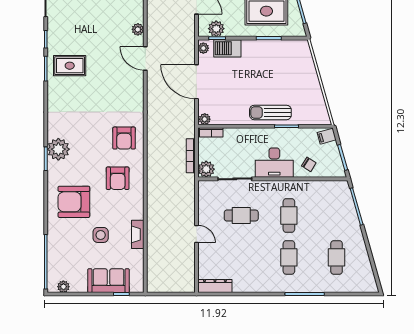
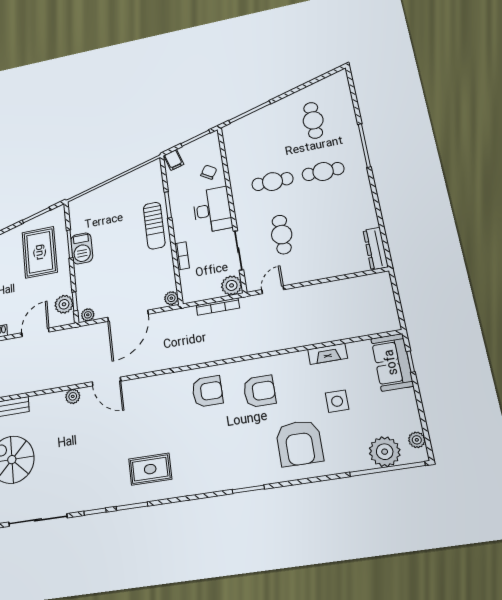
barbecue: (227, 48) -> (82, 248), moved
door: (145, 58) -> (107, 381), hinge flipped
rug: (70, 66) -> (150, 469), moved, turned 90
bookcase: (211, 132) -> (182, 256), moved
plant: (58, 149) -> (385, 452), moved
door: (196, 234) -> (273, 290), moved
cafe table: (337, 257) -> (313, 120), turned 90
sofa: (109, 281) -> (392, 362), moved

